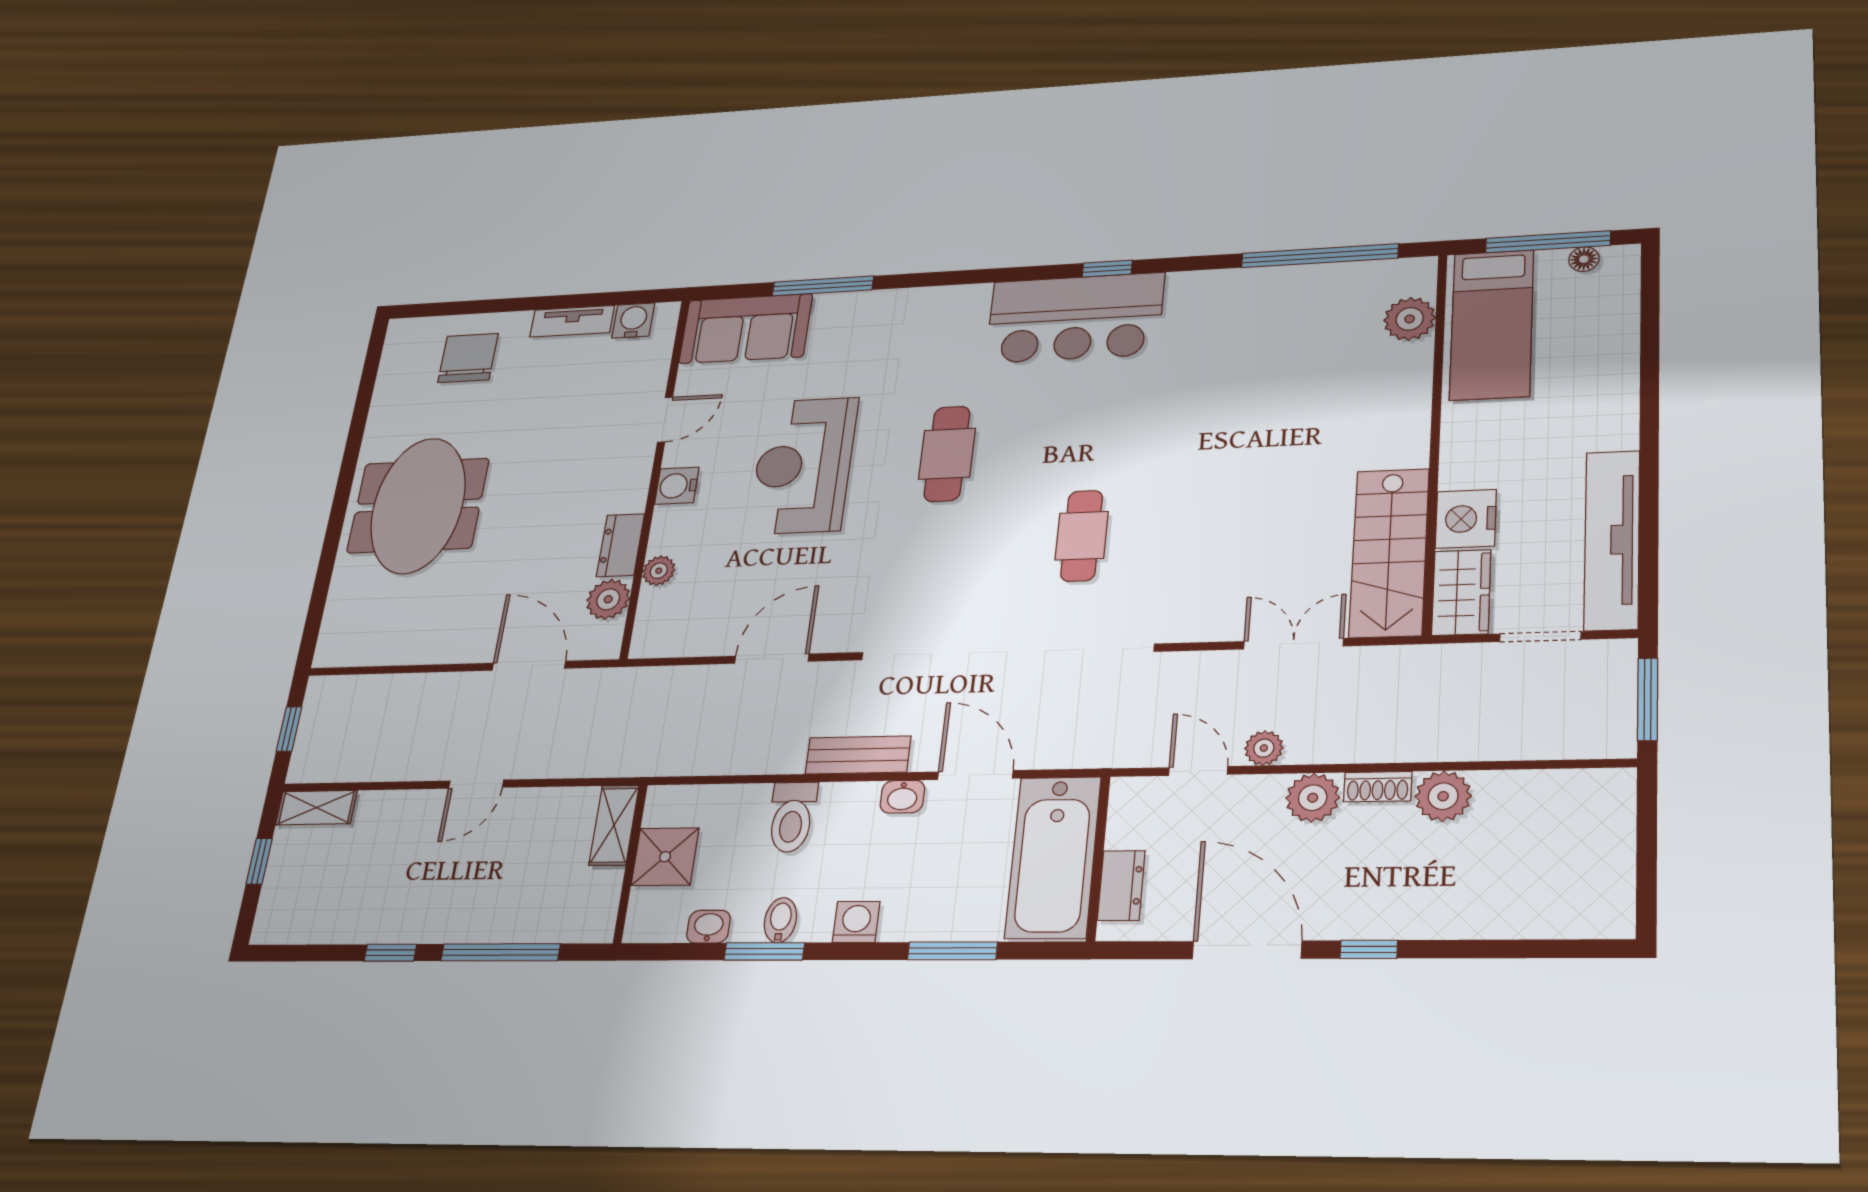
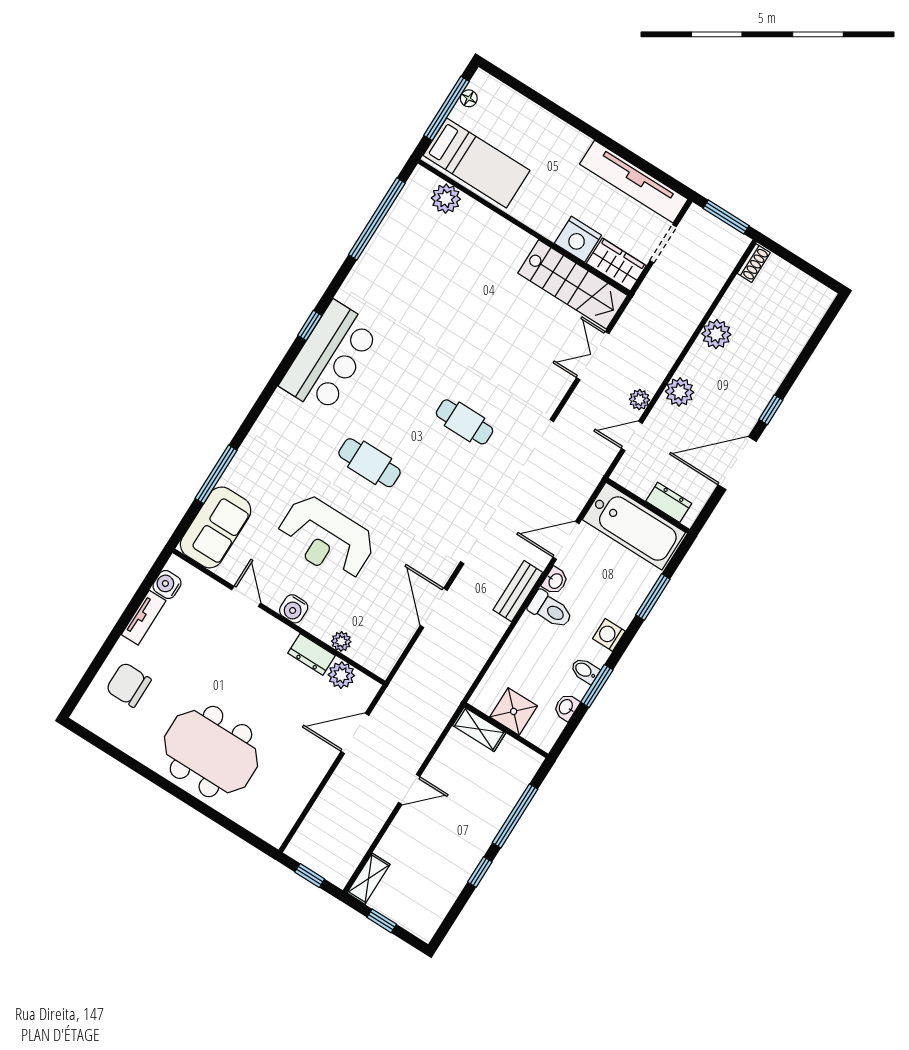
door: (476, 784) -> (409, 790), hinge flipped
shoe rack: (1378, 787) -> (754, 263), moved
toilet: (792, 817) -> (550, 610), moved

